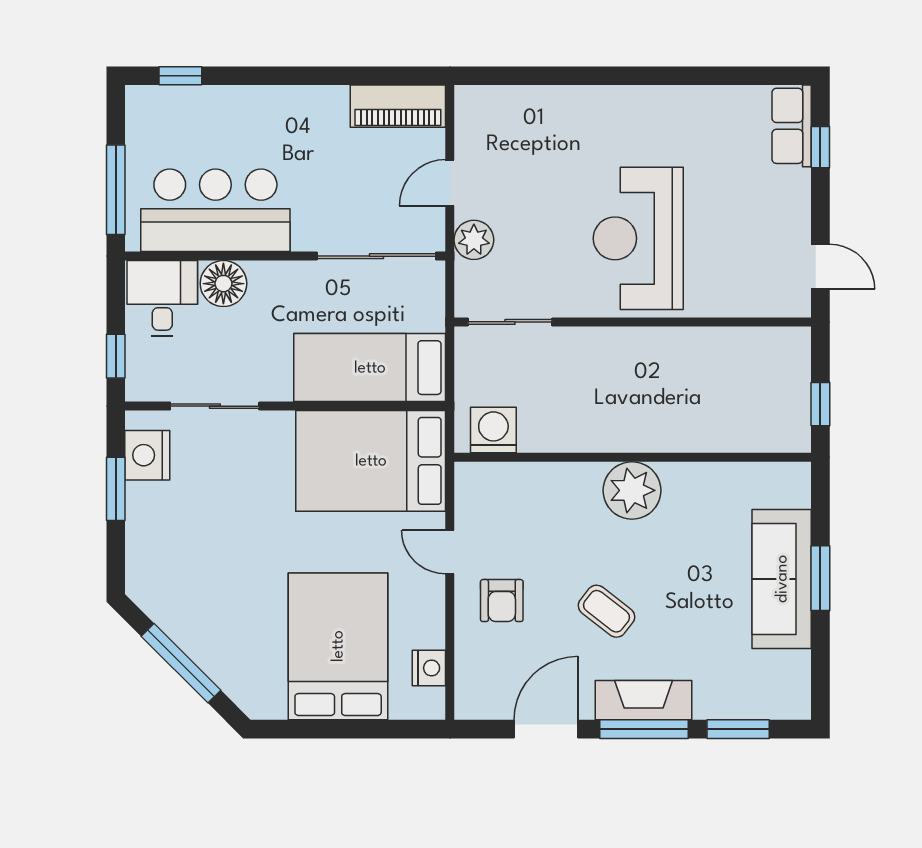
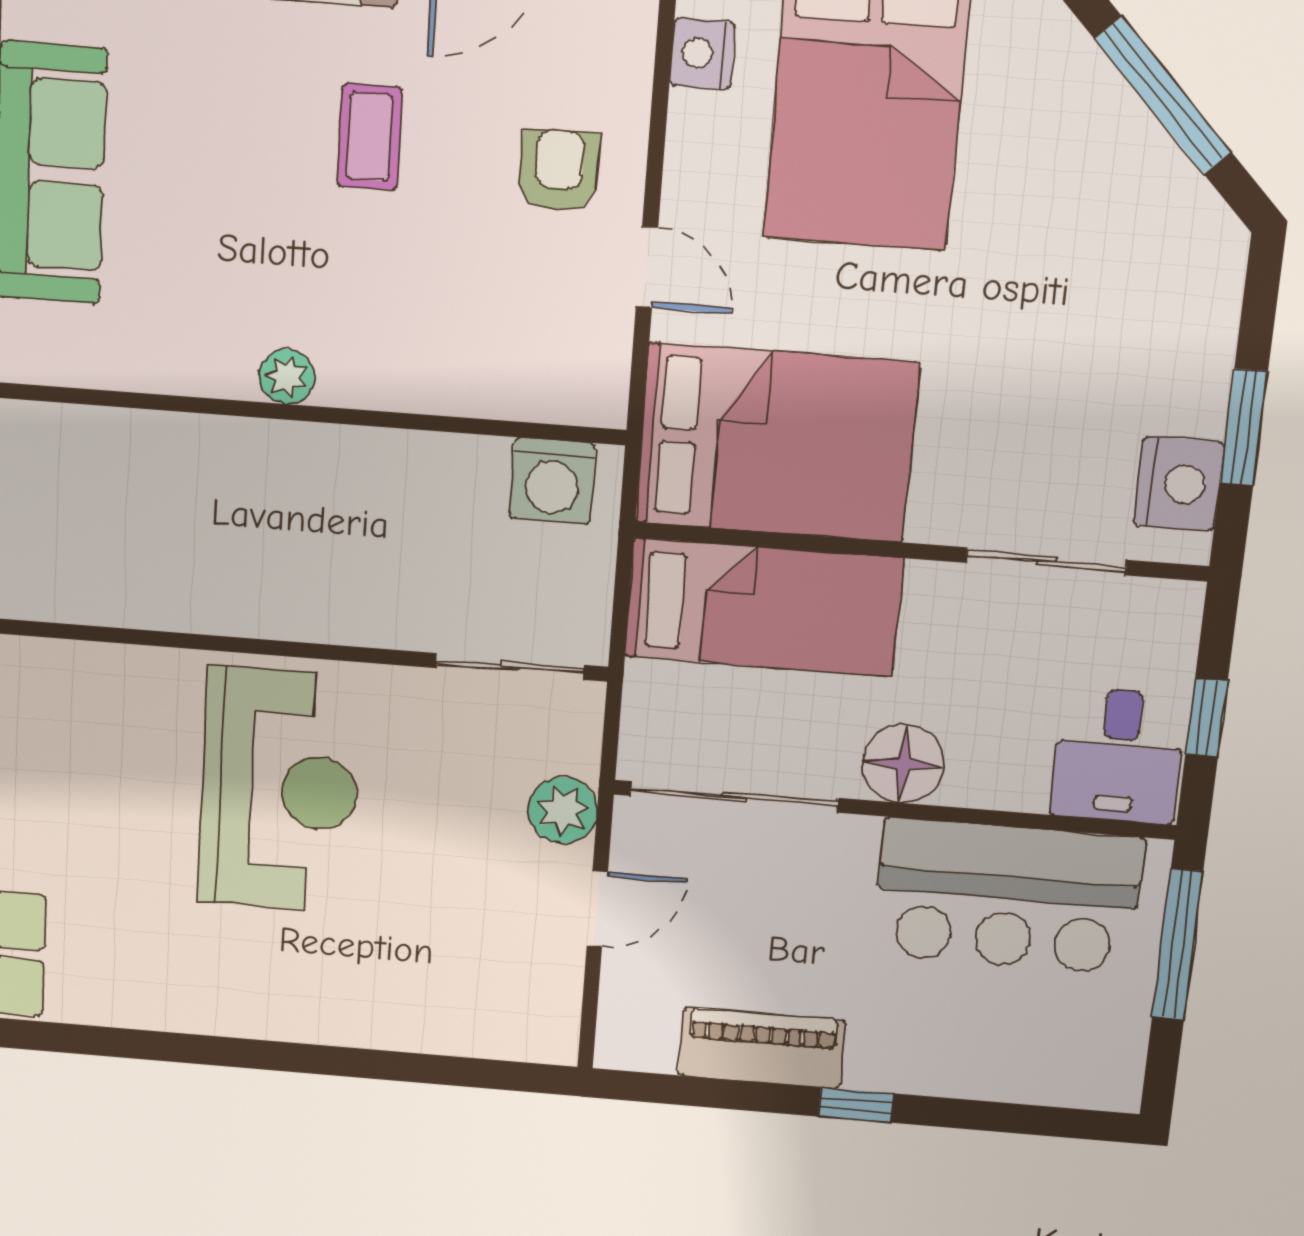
window: (180, 76) -> (856, 1105), moved
piano: (398, 106) -> (762, 1048), moved
floor lamp: (223, 284) -> (903, 764), moved
window: (116, 356) -> (1206, 718), moved
plant: (632, 490) -> (287, 377), width x0.53, depth x0.53
coffee table: (606, 611) -> (369, 137), turned 52

